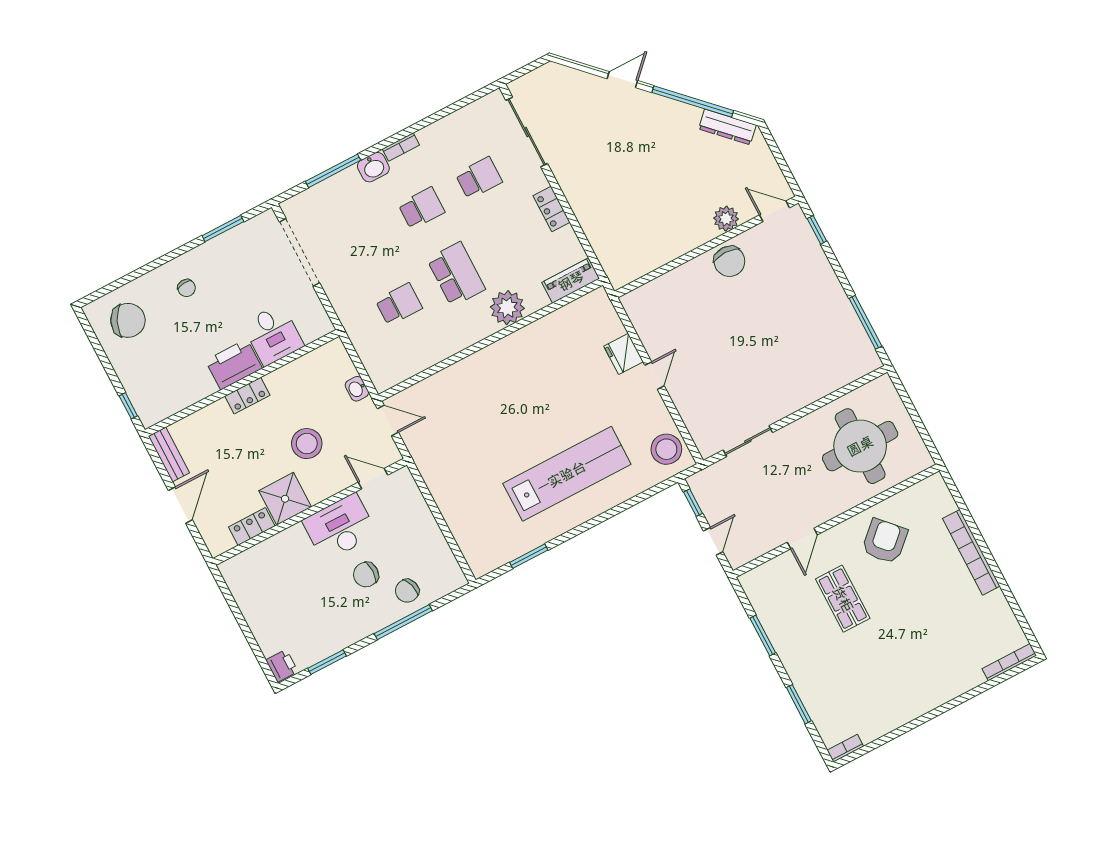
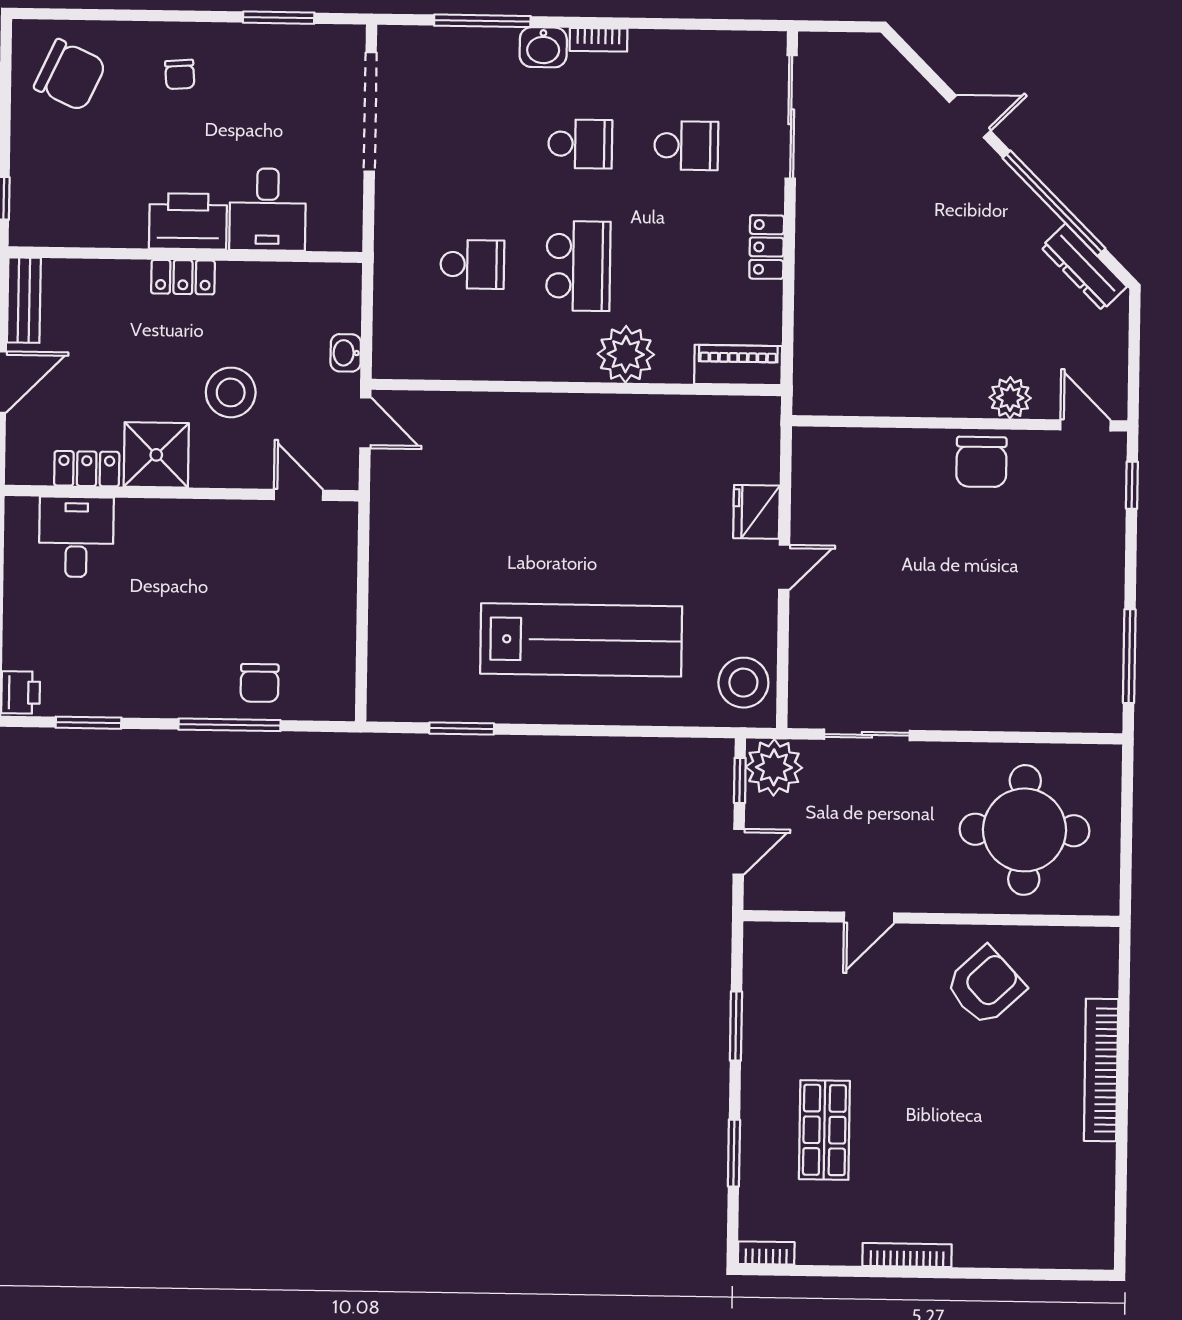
plant: (707, 486) -> (774, 767), added
desk: (340, 527) -> (76, 537), moved, width x0.73
chair: (366, 575) -> (213, 627), removed
chair: (407, 591) -> (260, 683), turned -73
shop shelf: (843, 599) -> (824, 1130), moved
bookcase: (1009, 662) -> (907, 1255), moved

